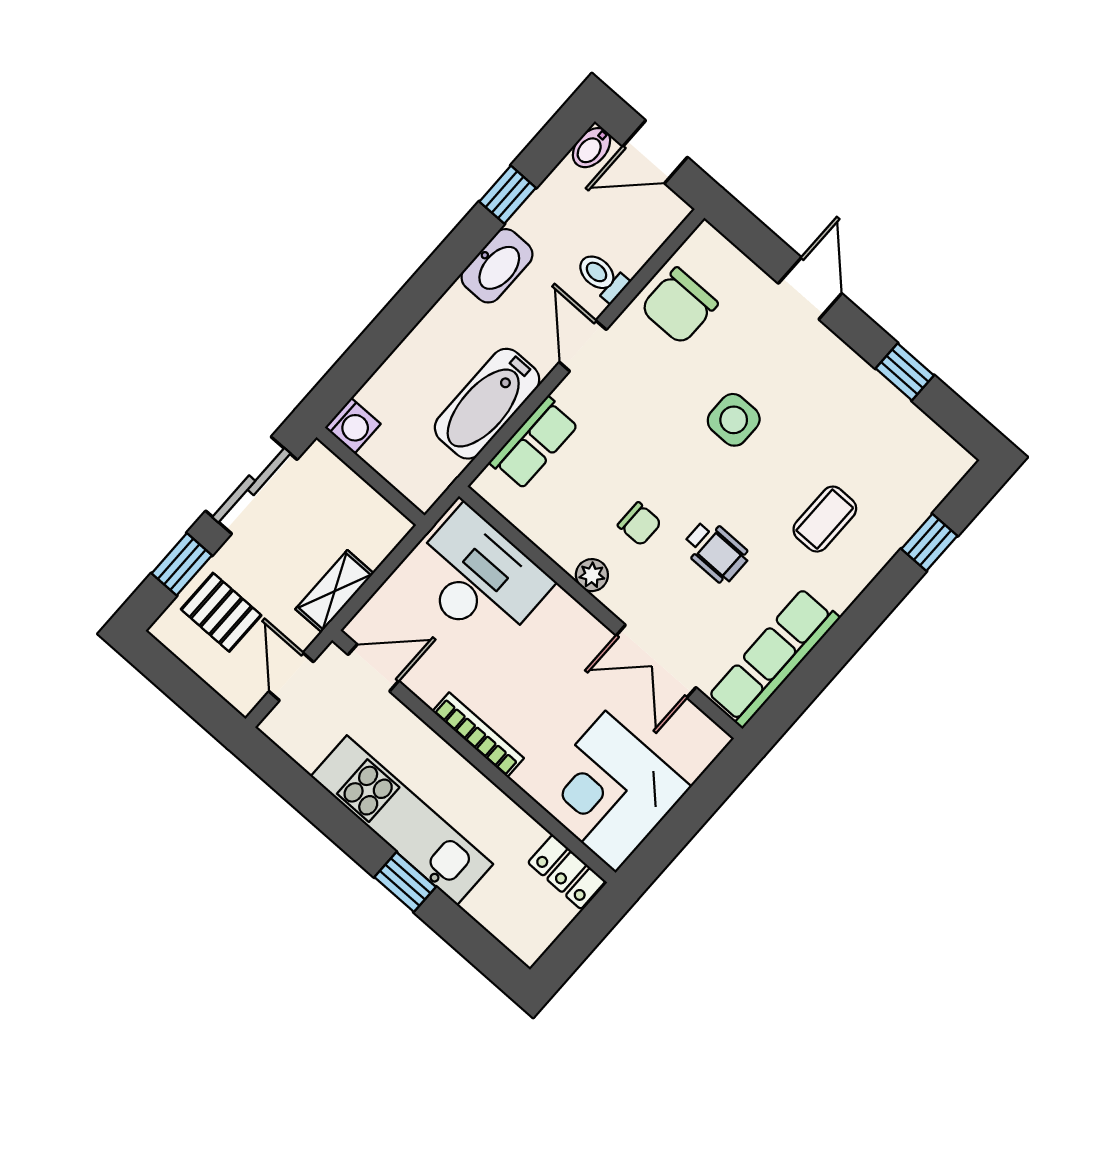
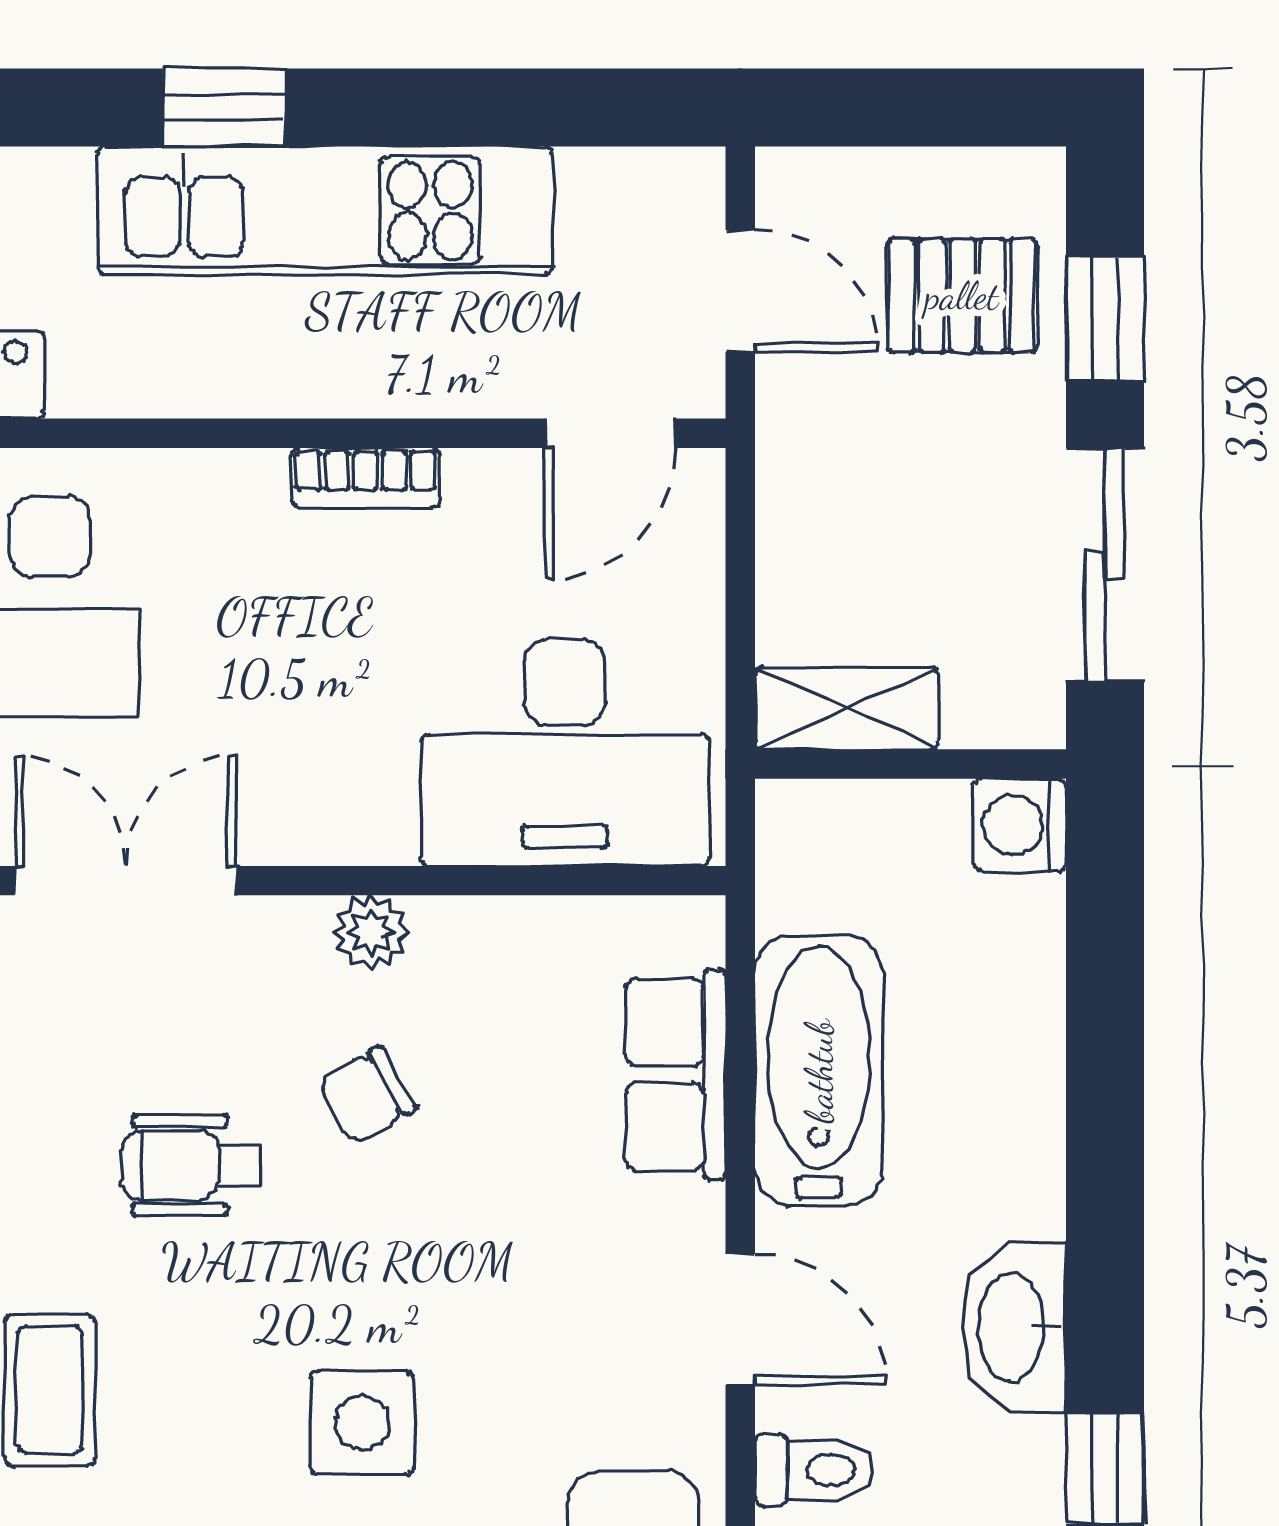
chair: (640, 524) -> (366, 1095), turned -30
shelving: (335, 591) -> (847, 708), moved, turned 90
bookcase: (478, 735) -> (366, 478), width x0.64

